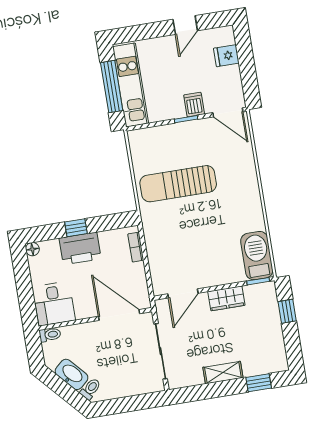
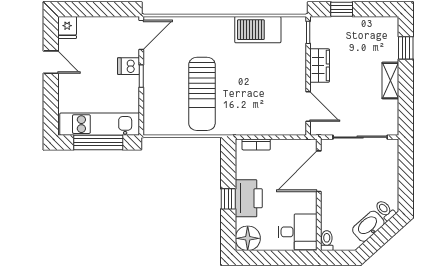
fridge: (226, 56) -> (67, 27), moved
floor lamp: (32, 249) -> (248, 238), width x1.89, depth x1.89
barbecue: (257, 256) -> (258, 30), moved

